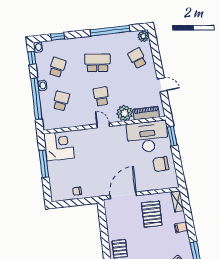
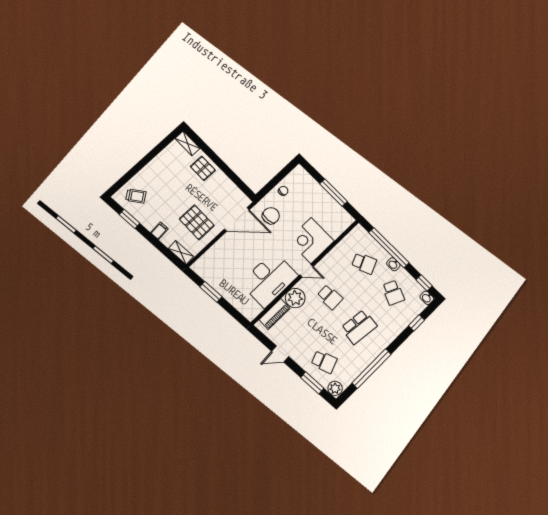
window: (155, 51) -> (312, 383), added
school desk: (61, 101) -> (364, 263), turned -45
window: (172, 136) -> (211, 292), moved
desk: (148, 137) -> (269, 279), moved
corner desk: (59, 146) -> (311, 241), moved, turned 90
chair: (161, 164) -> (271, 216), moved
door: (123, 195) -> (237, 219), hinge flipped

